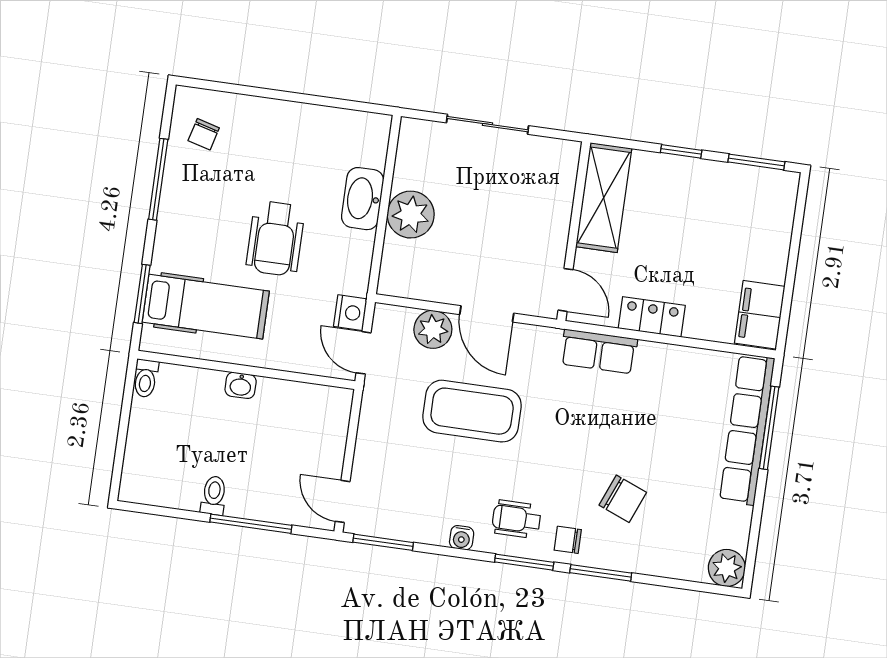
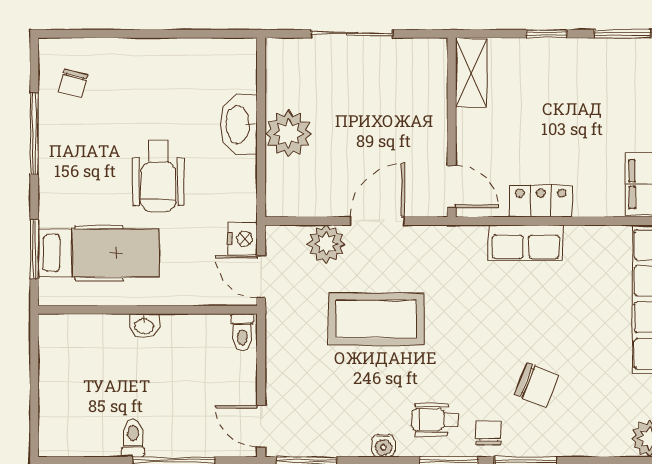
shelving: (604, 198) -> (471, 73), width x0.67, depth x0.75
door: (487, 314) -> (377, 221), swing flipped
row of seats: (599, 351) -> (526, 243), moved
toilet: (146, 378) -> (242, 332), moved
chair: (568, 540) -> (489, 433), turned 90

